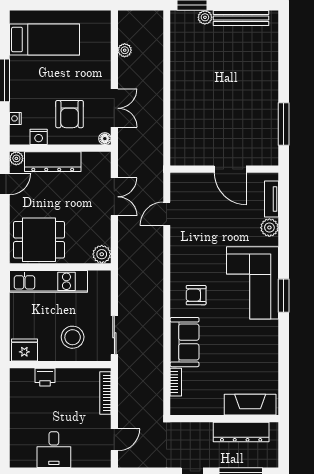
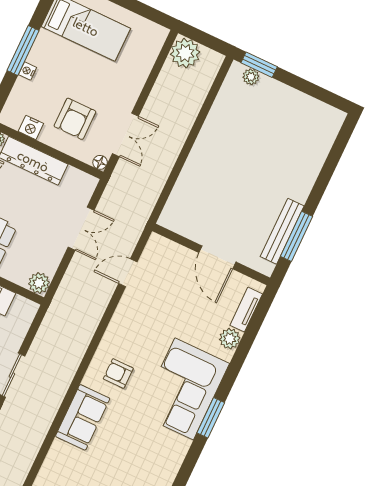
plant: (205, 17) -> (251, 77), moved
bench: (241, 18) -> (282, 231), moved, turned 90
plant: (125, 50) -> (185, 53), moved, width x1.88, depth x1.88
nightstand: (15, 118) -> (28, 71), moved
bookcase: (176, 382) -> (53, 455), removed

